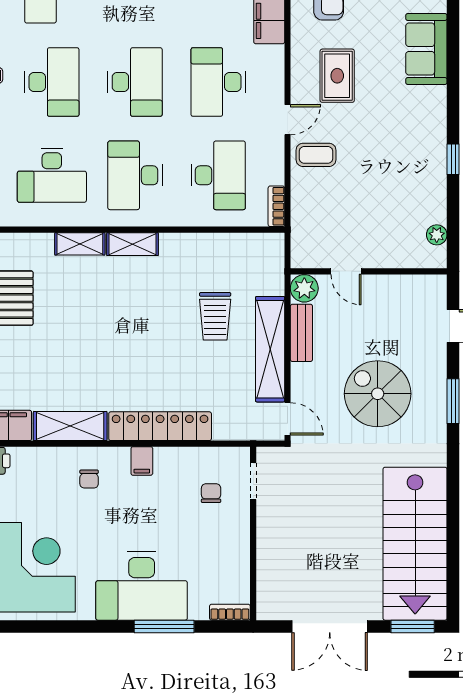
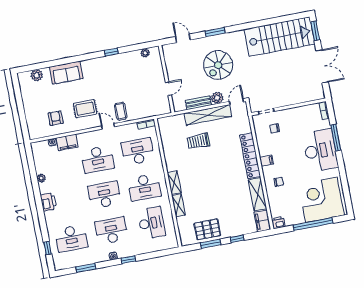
plant: (304, 288) -> (217, 98), moved
trolley: (215, 316) -> (198, 141), turned 180

